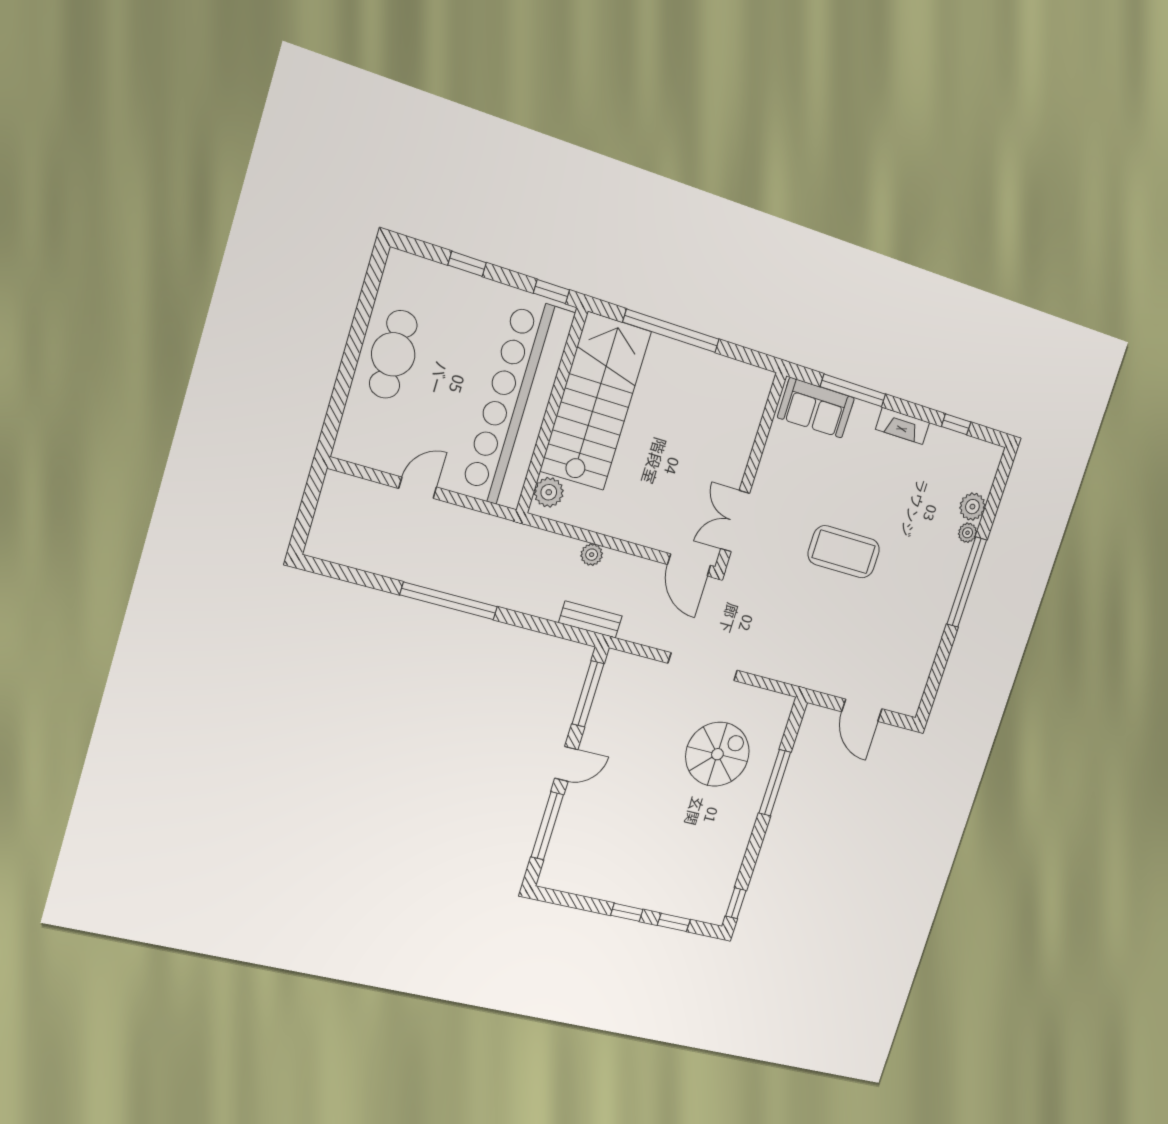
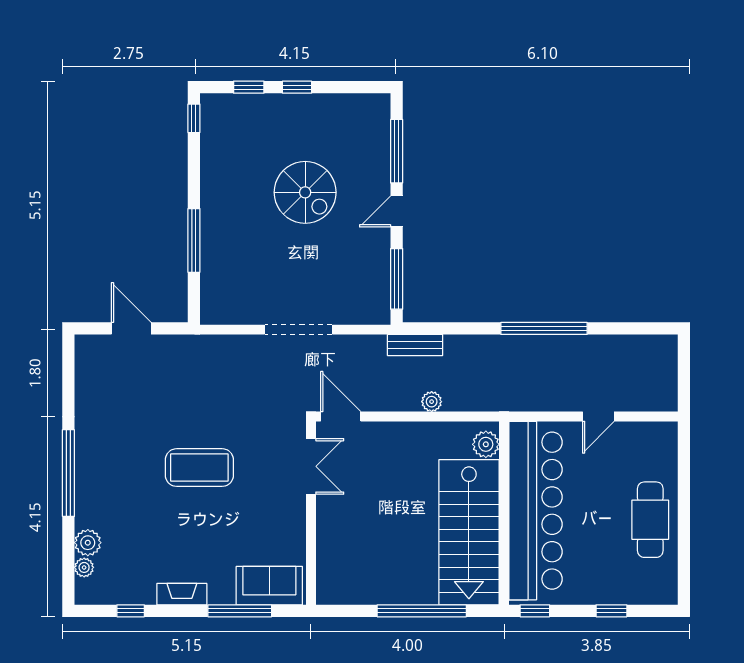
plant: (968, 533) -> (84, 567), moved
spiral stairs: (717, 754) -> (305, 192), moved, turned -90

